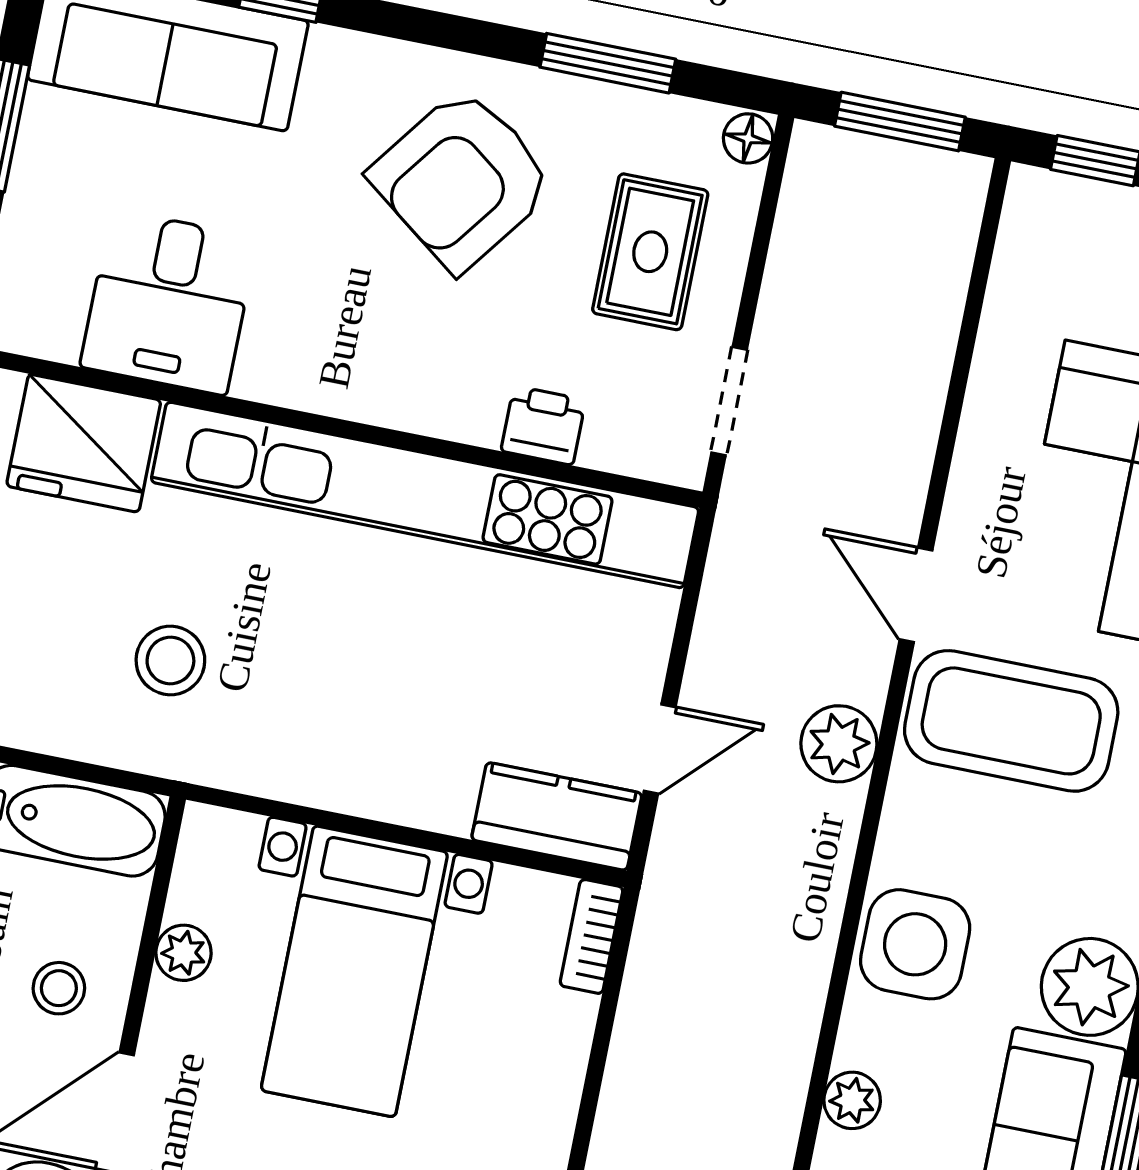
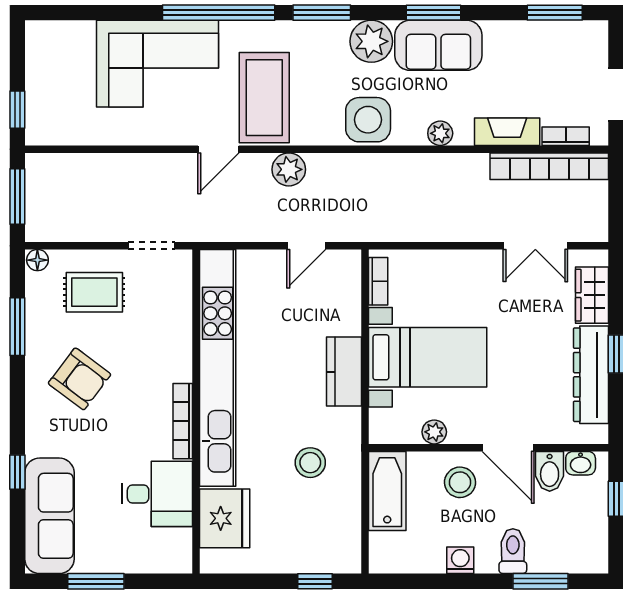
armchair: (462, 180) -> (80, 379), width x0.73, depth x0.73
bookcase: (321, 393) -> (183, 421), added
printer: (543, 425) -> (178, 323), removed
door: (660, 749) -> (306, 246), swing flipped
kitchen counter: (557, 816) -> (344, 372), moved
bookcase: (592, 936) -> (378, 281), moved, turned -90
stool: (59, 988) -> (460, 482), width x1.37, depth x1.37

